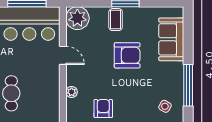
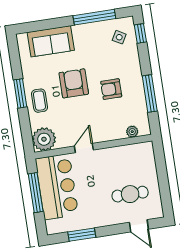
coffee table: (116, 20) -> (39, 101), turned 90
plant: (72, 92) -> (132, 132), moved
armchair: (103, 109) -> (111, 89), moved

